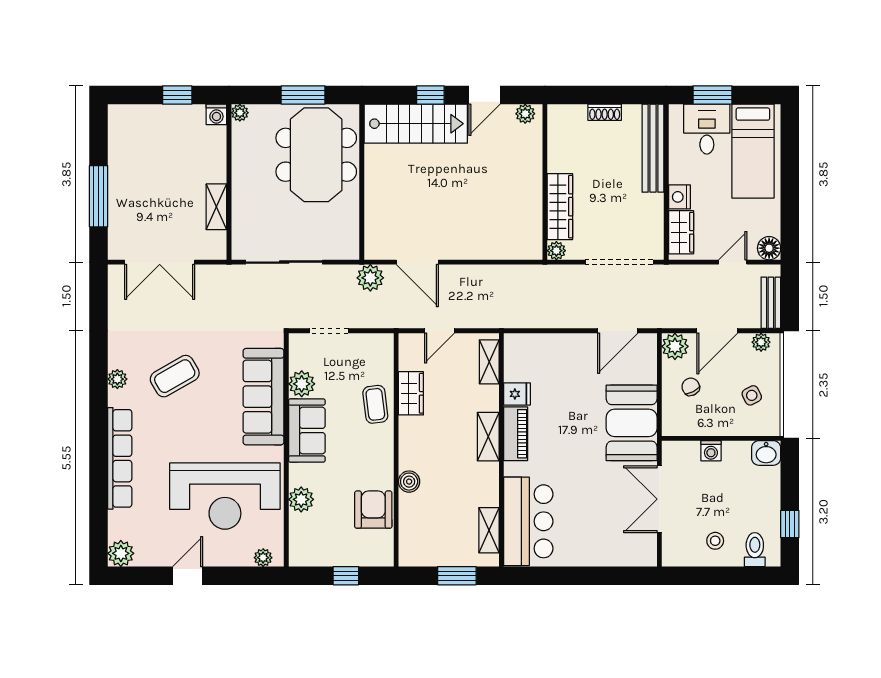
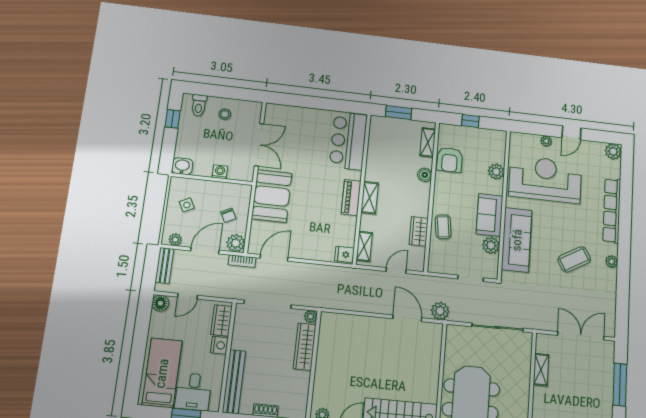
bookcase: (663, 321) -> (242, 261), added
fridge: (517, 394) -> (344, 254), moved
shelving: (489, 530) -> (428, 142), moved
plant: (263, 558) -> (546, 141), moved

